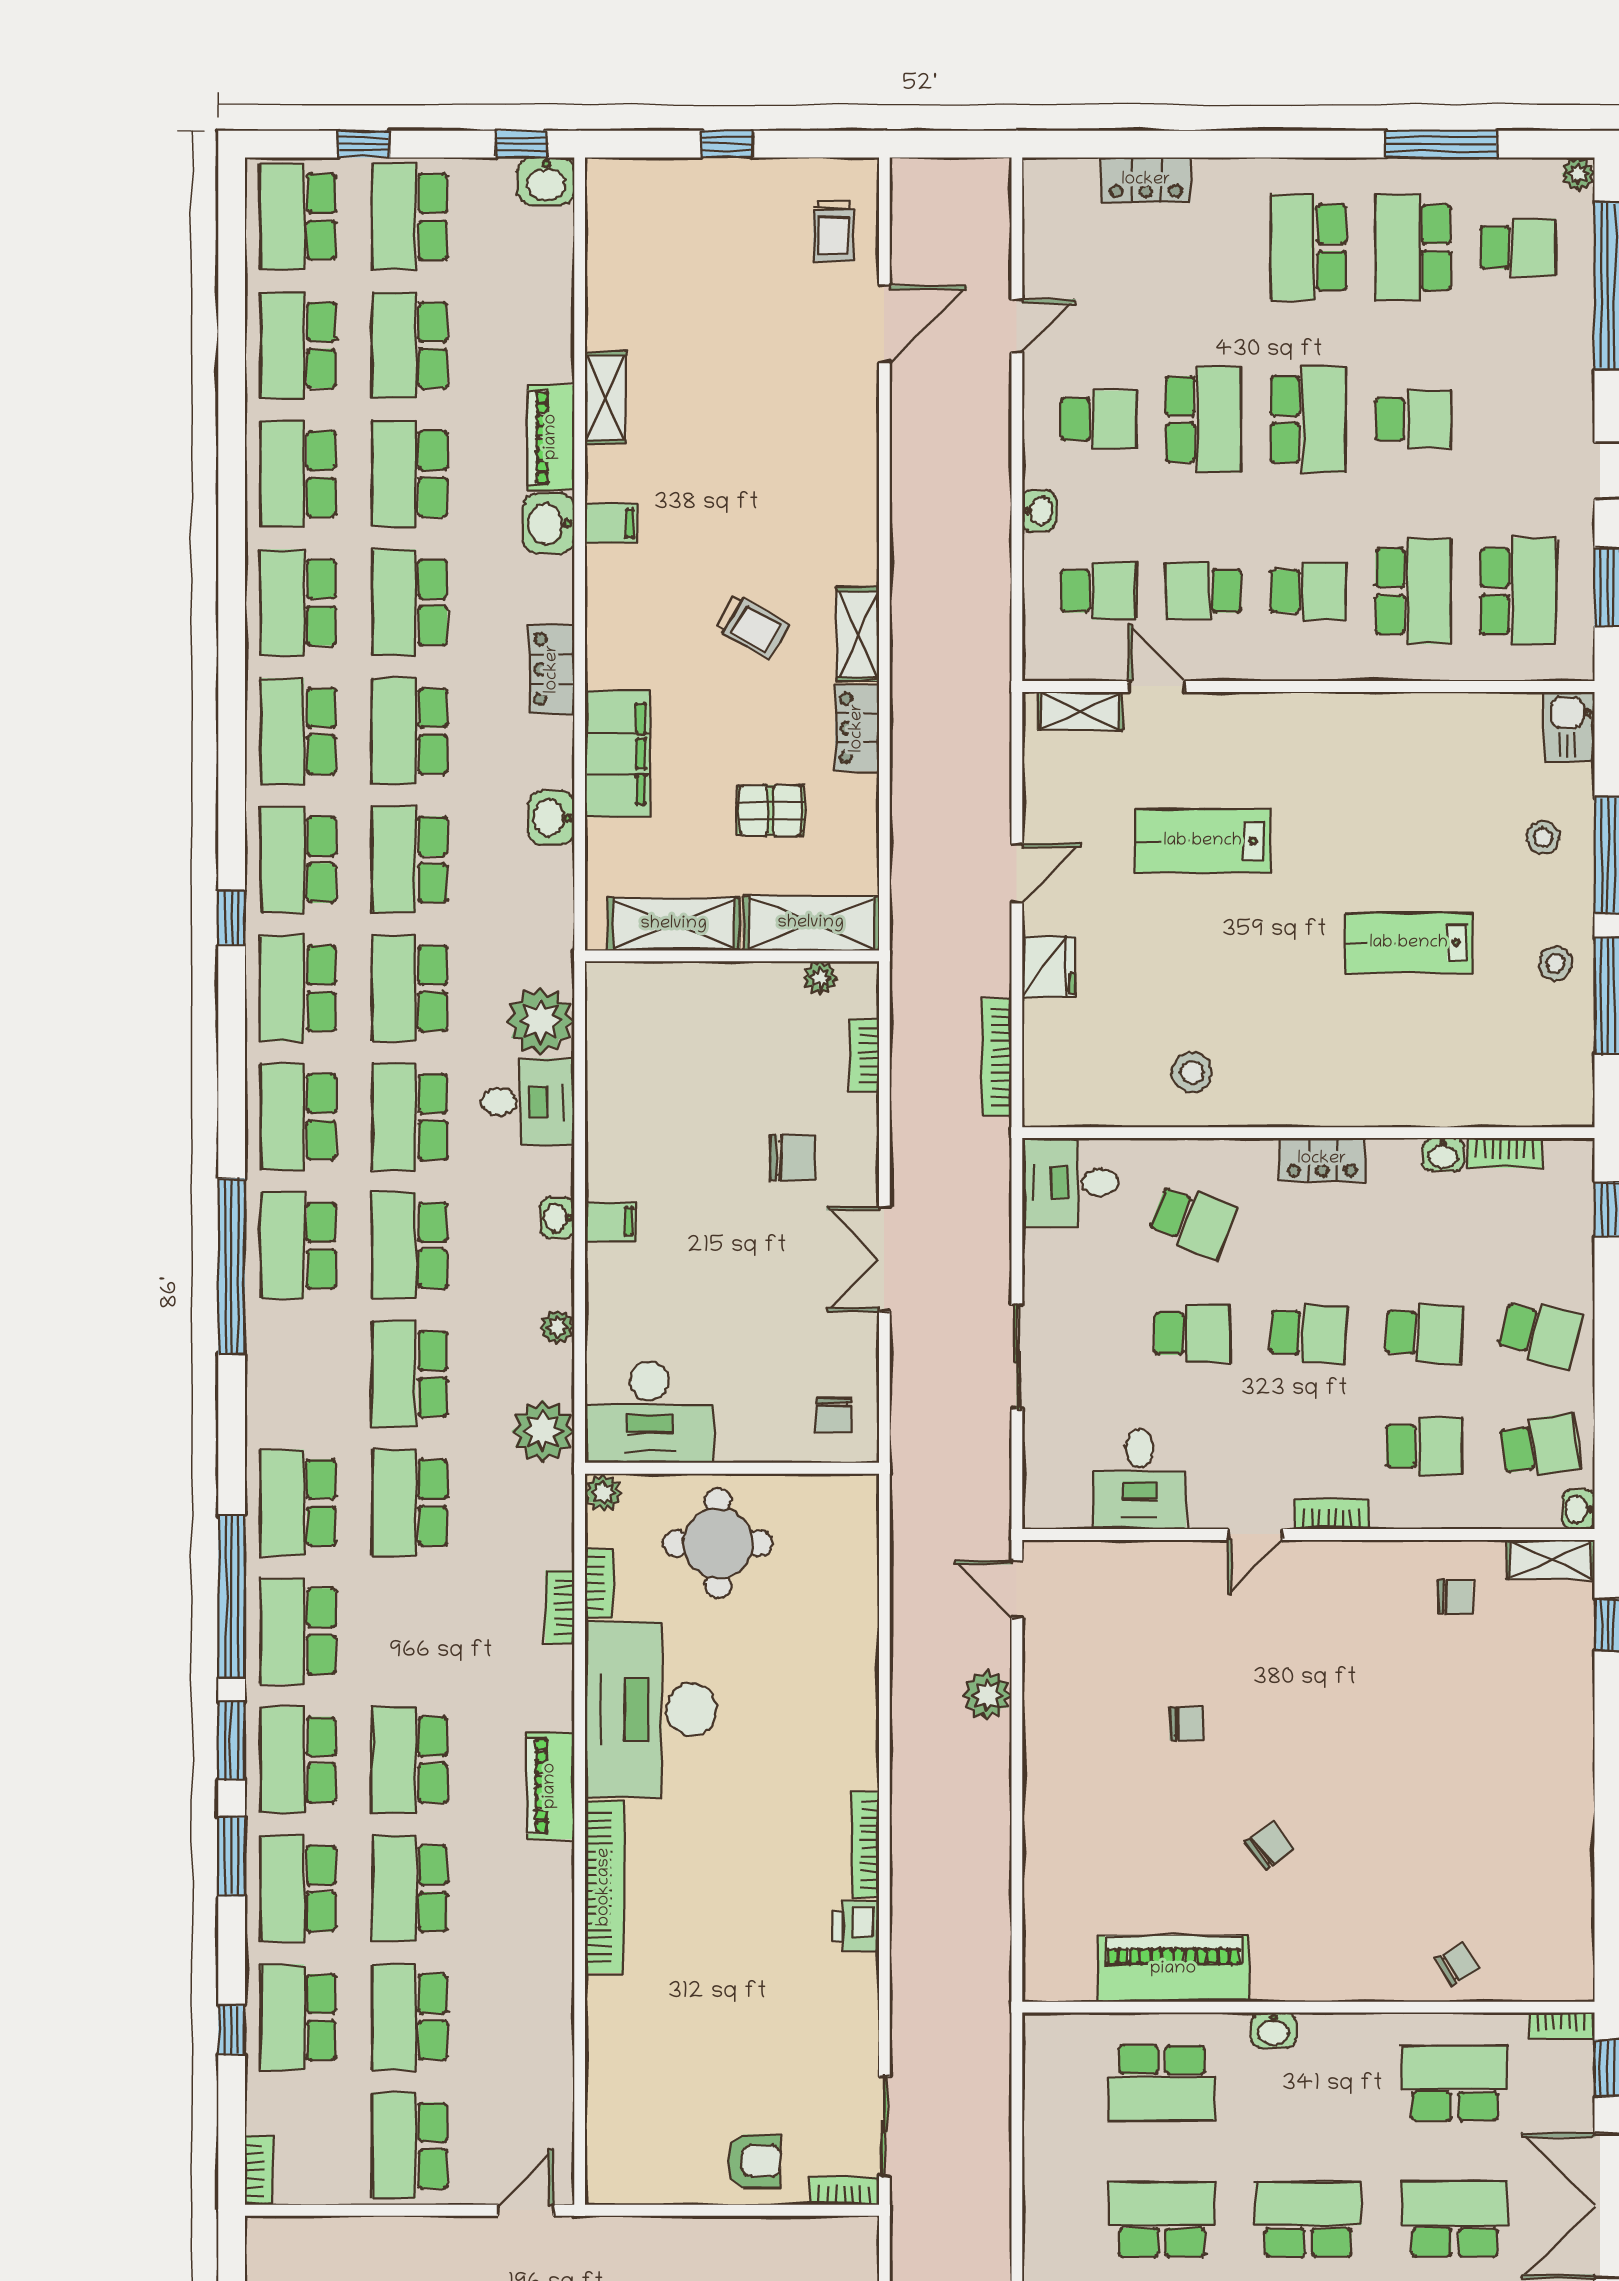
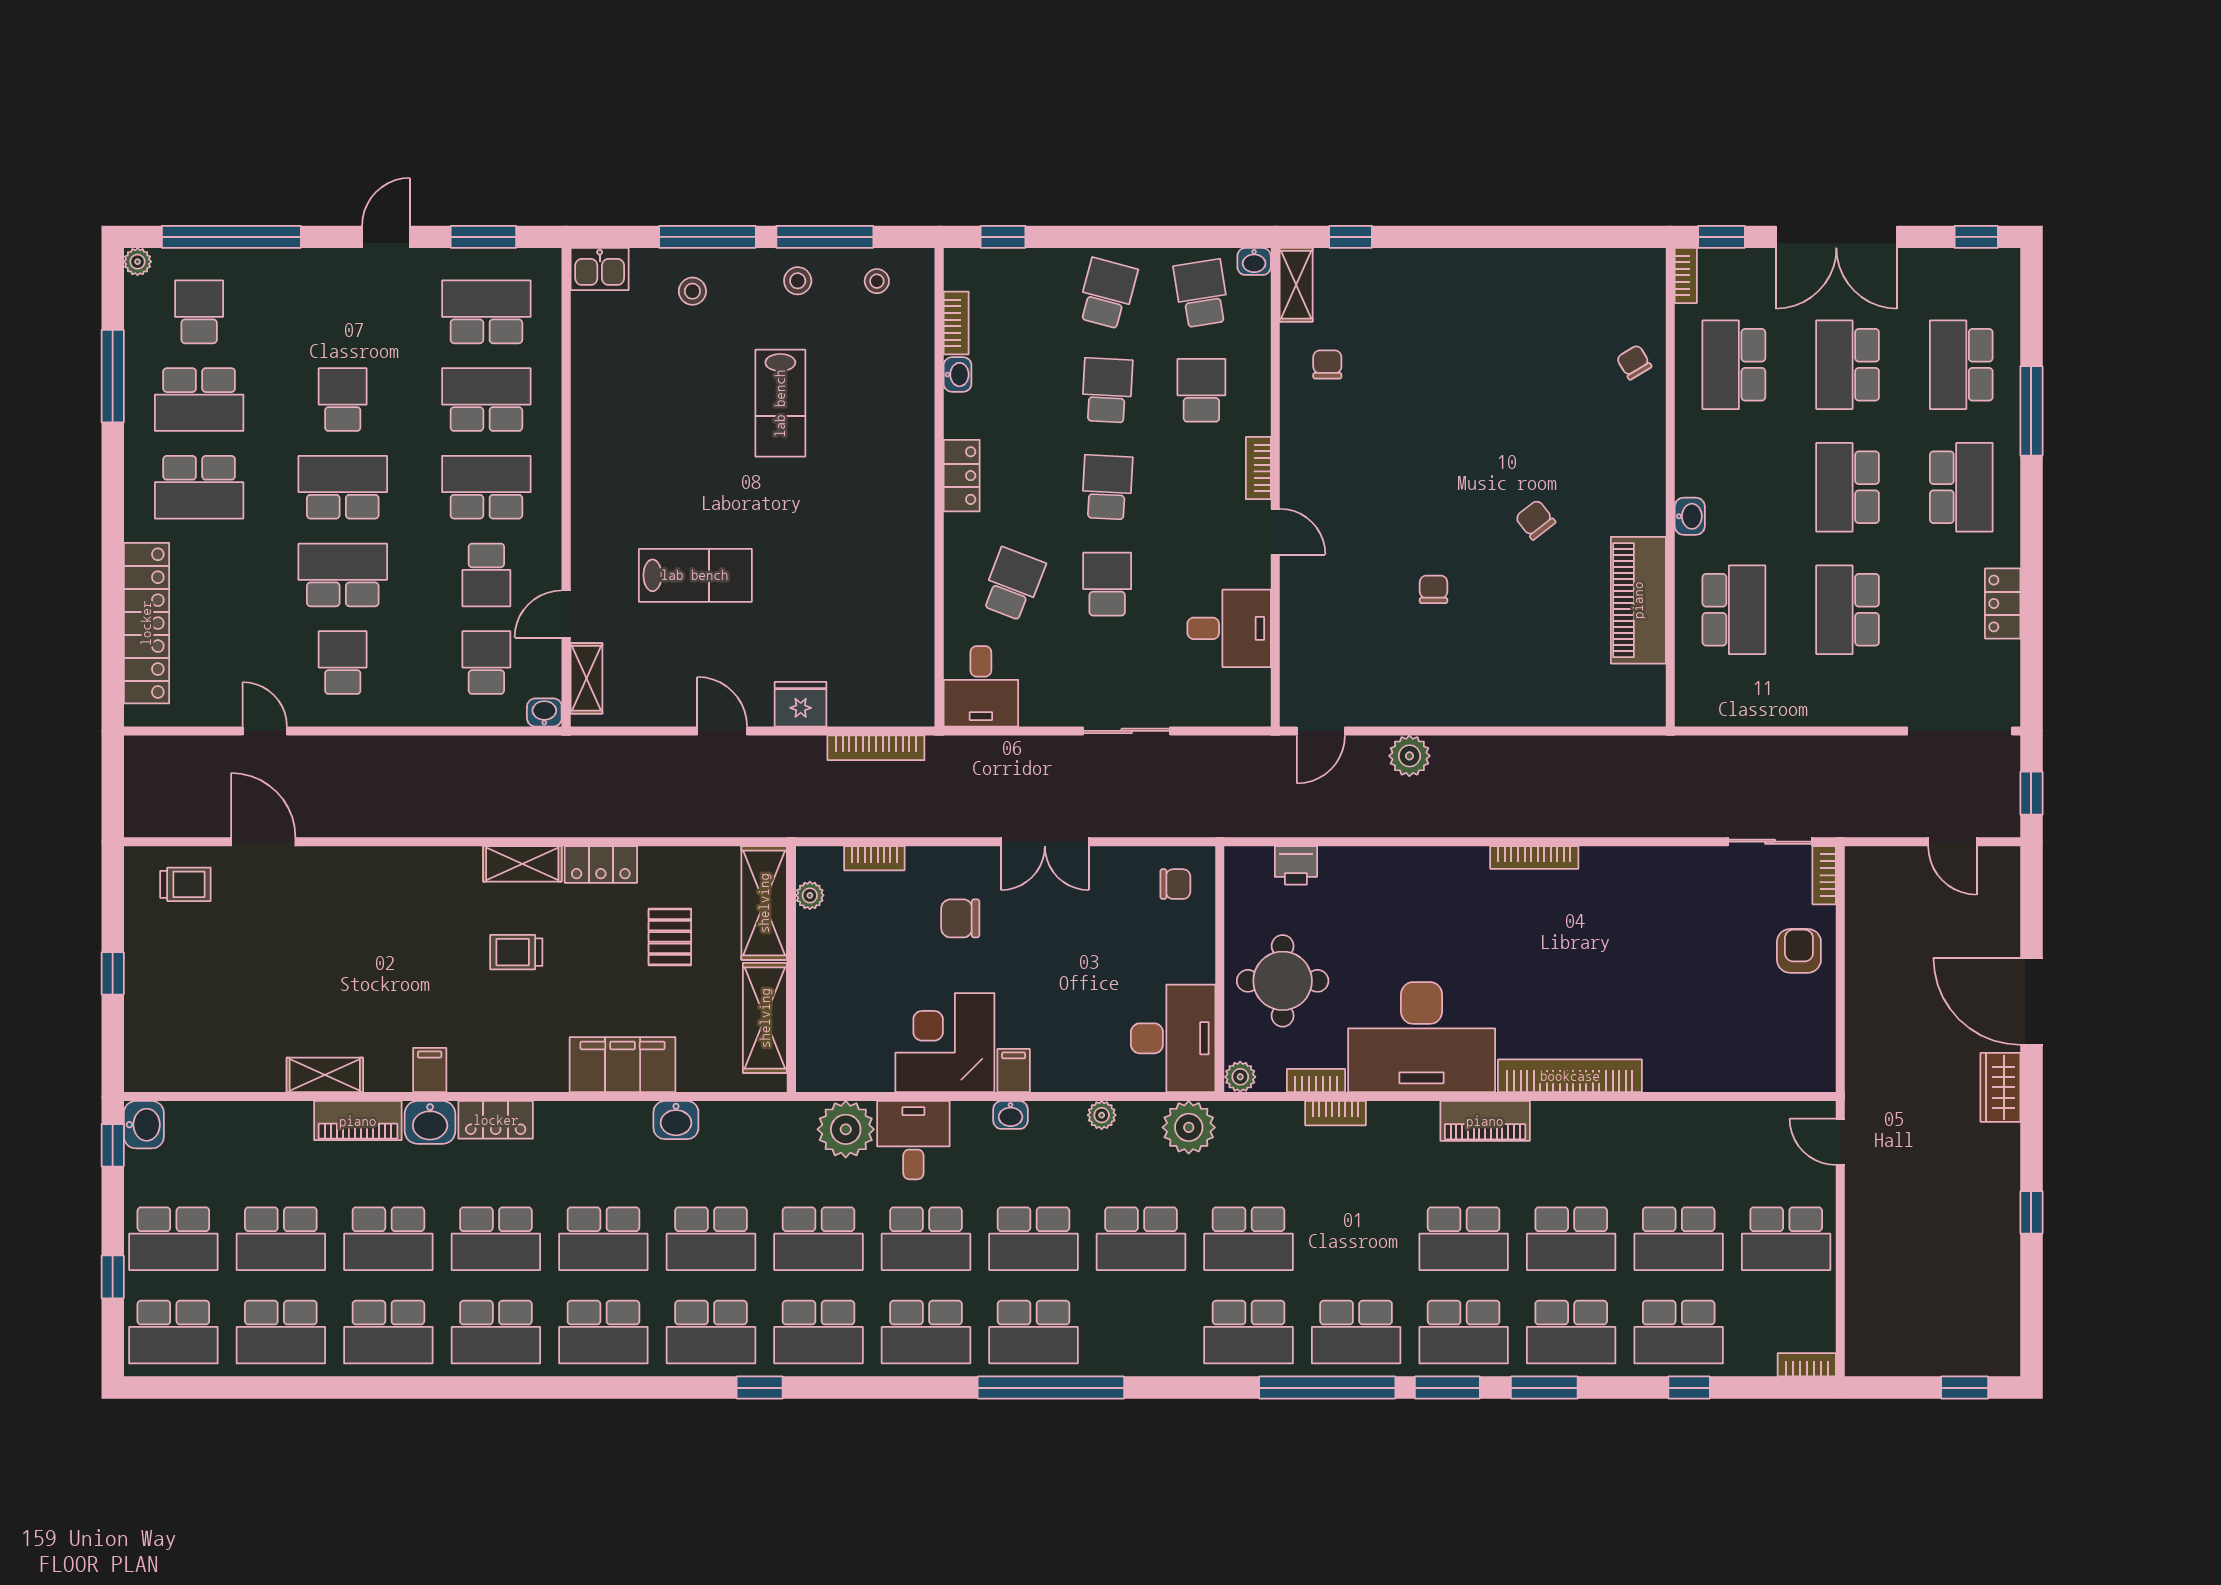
locker: (1146, 180) -> (146, 623), width x2.16, depth x1.21
washbasin: (1039, 511) -> (544, 712), moved
school desk: (1308, 591) -> (486, 487), width x1.85
trolley: (752, 627) -> (516, 952), turned -120
locker: (552, 669) -> (496, 1120), moved
lab bench: (1203, 841) -> (695, 575), turned -90
stool: (1192, 1072) -> (877, 281), moved, width x0.73, depth x0.73
corner desk: (644, 1139) -> (945, 1043), added
chair: (793, 1158) -> (960, 918), turned -90
printer: (856, 1926) -> (1296, 865), moved

